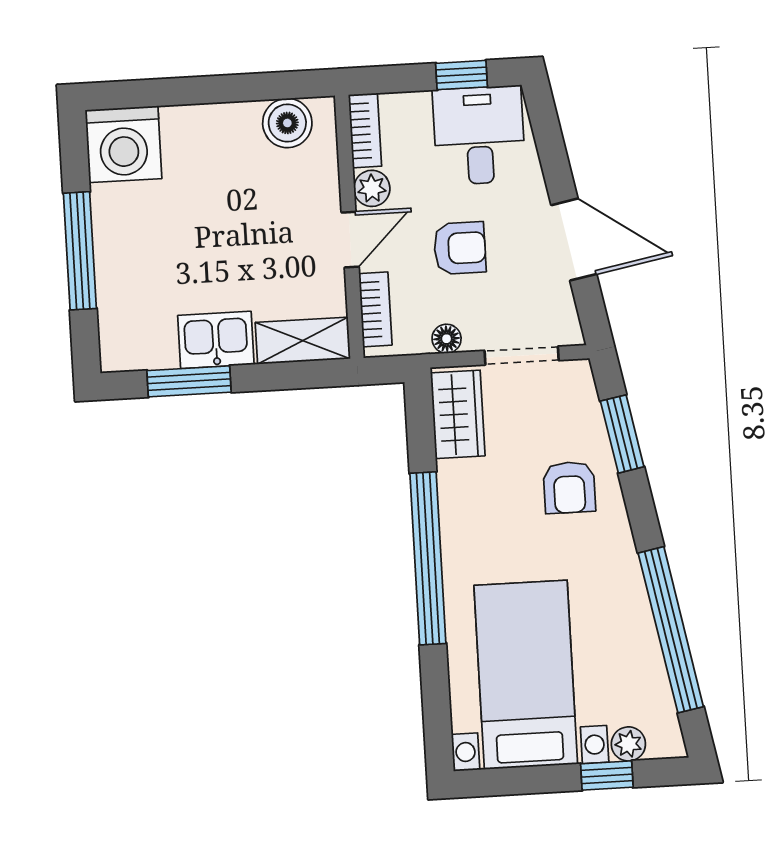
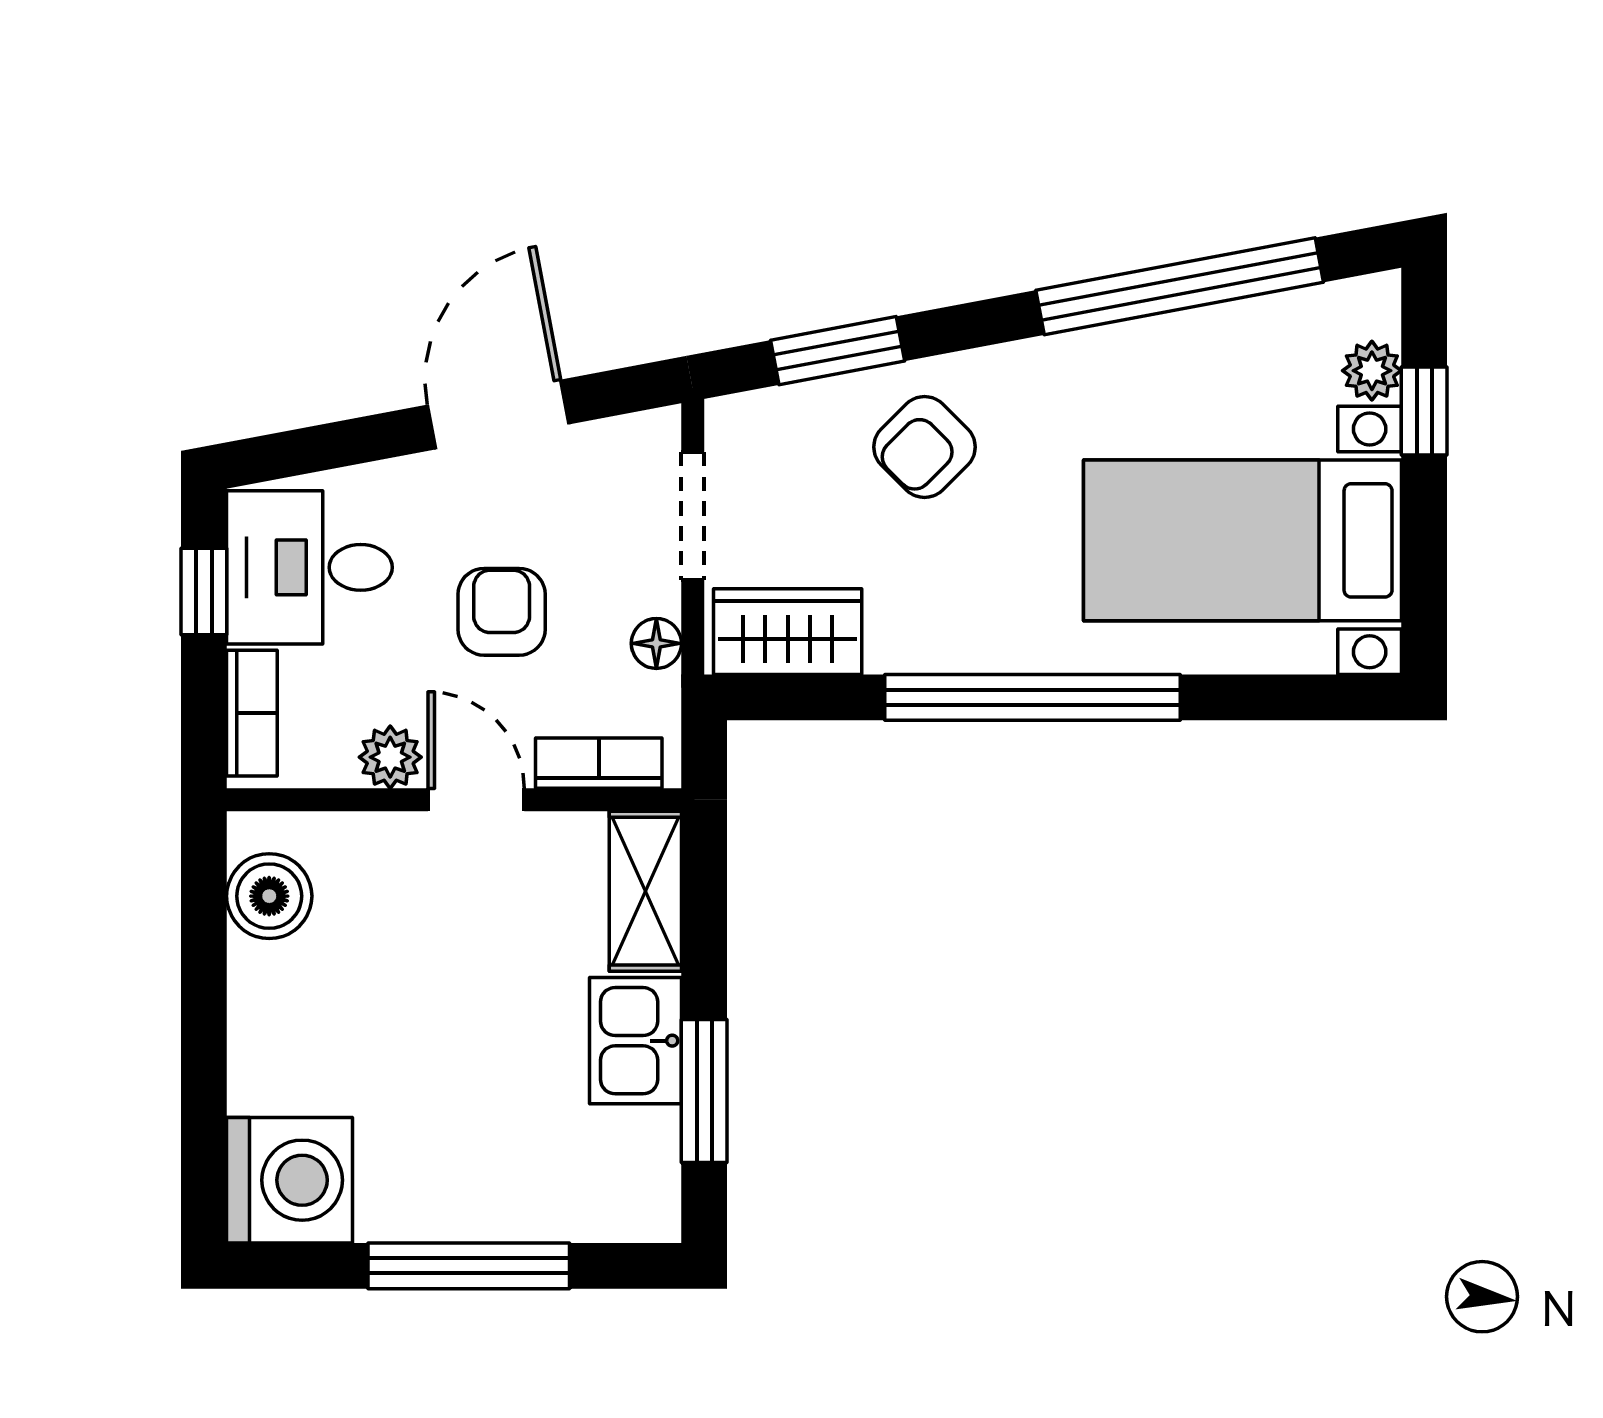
bookcase: (365, 131) -> (252, 713), moved, turned 90
armchair: (569, 487) -> (924, 447), turned 135

